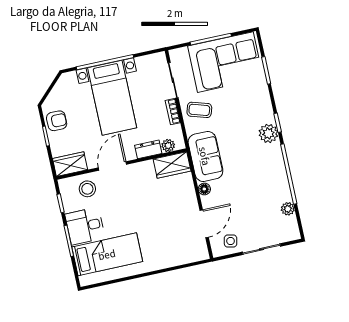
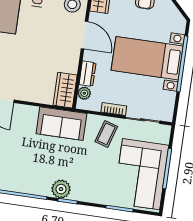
floor lamp: (204, 189) -> (32, 111), removed

